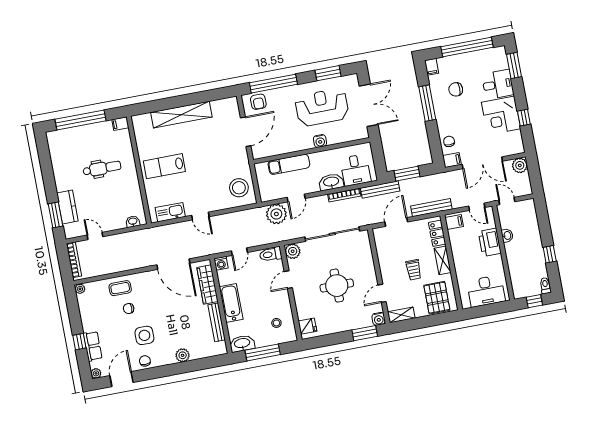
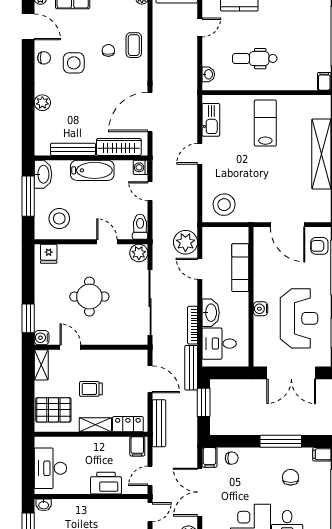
dental chair: (102, 168) -> (255, 59), moved, turned 90
washbasin: (507, 236) -> (44, 505), moved
stool: (276, 323) -> (59, 218), width x1.89, depth x1.89

